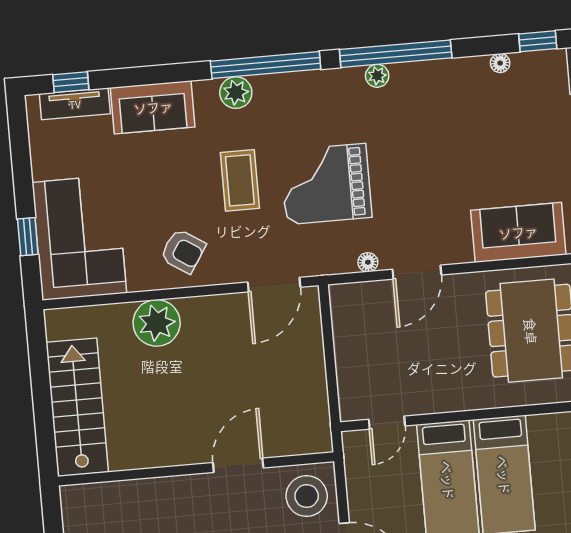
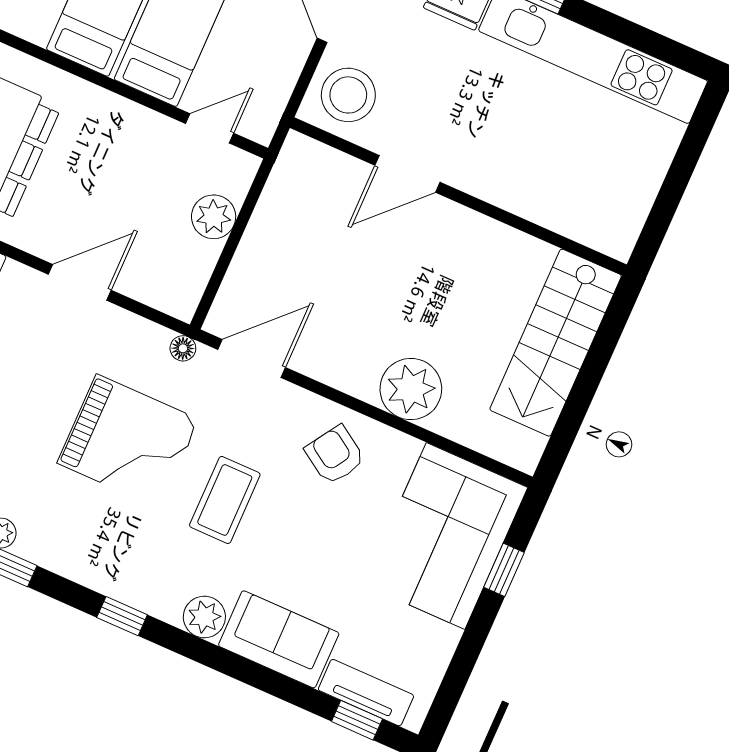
window: (266, 65) -> (122, 616), width x0.32
plant: (236, 93) -> (204, 617), moved
floor lamp: (368, 262) -> (183, 348), moved
plant: (352, 365) -> (214, 217), added

